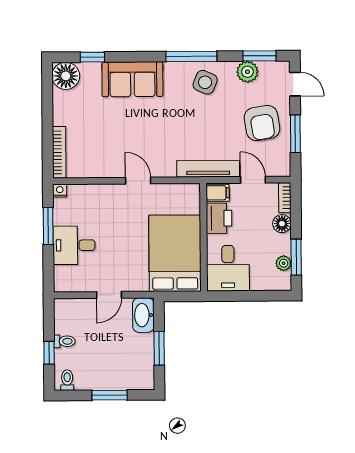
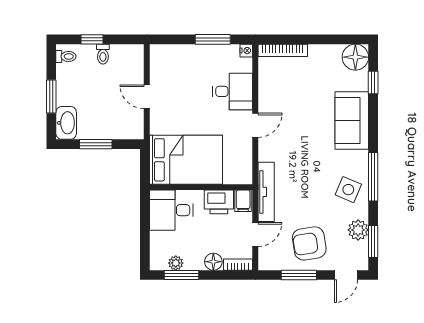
desk: (74, 245) -> (233, 91), moved, turned 90
washbasin: (143, 315) -> (66, 123), moved, turned 90

